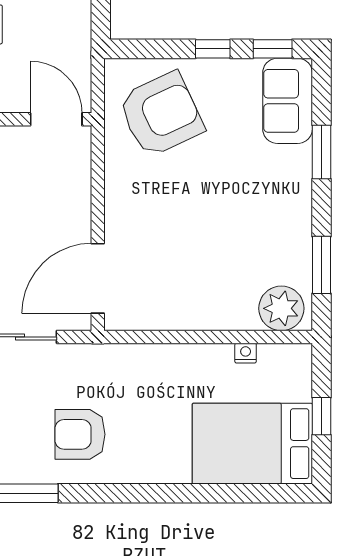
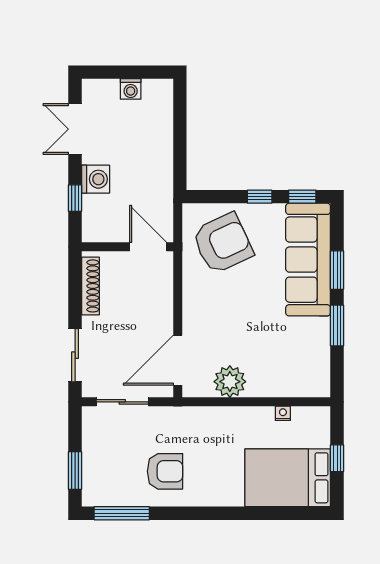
sofa: (288, 101) -> (308, 260), width x1.85, depth x1.27
window: (321, 265) -> (337, 325), moved
plant: (281, 308) -> (230, 382), moved
armchair: (80, 434) -> (165, 471), turned 180

